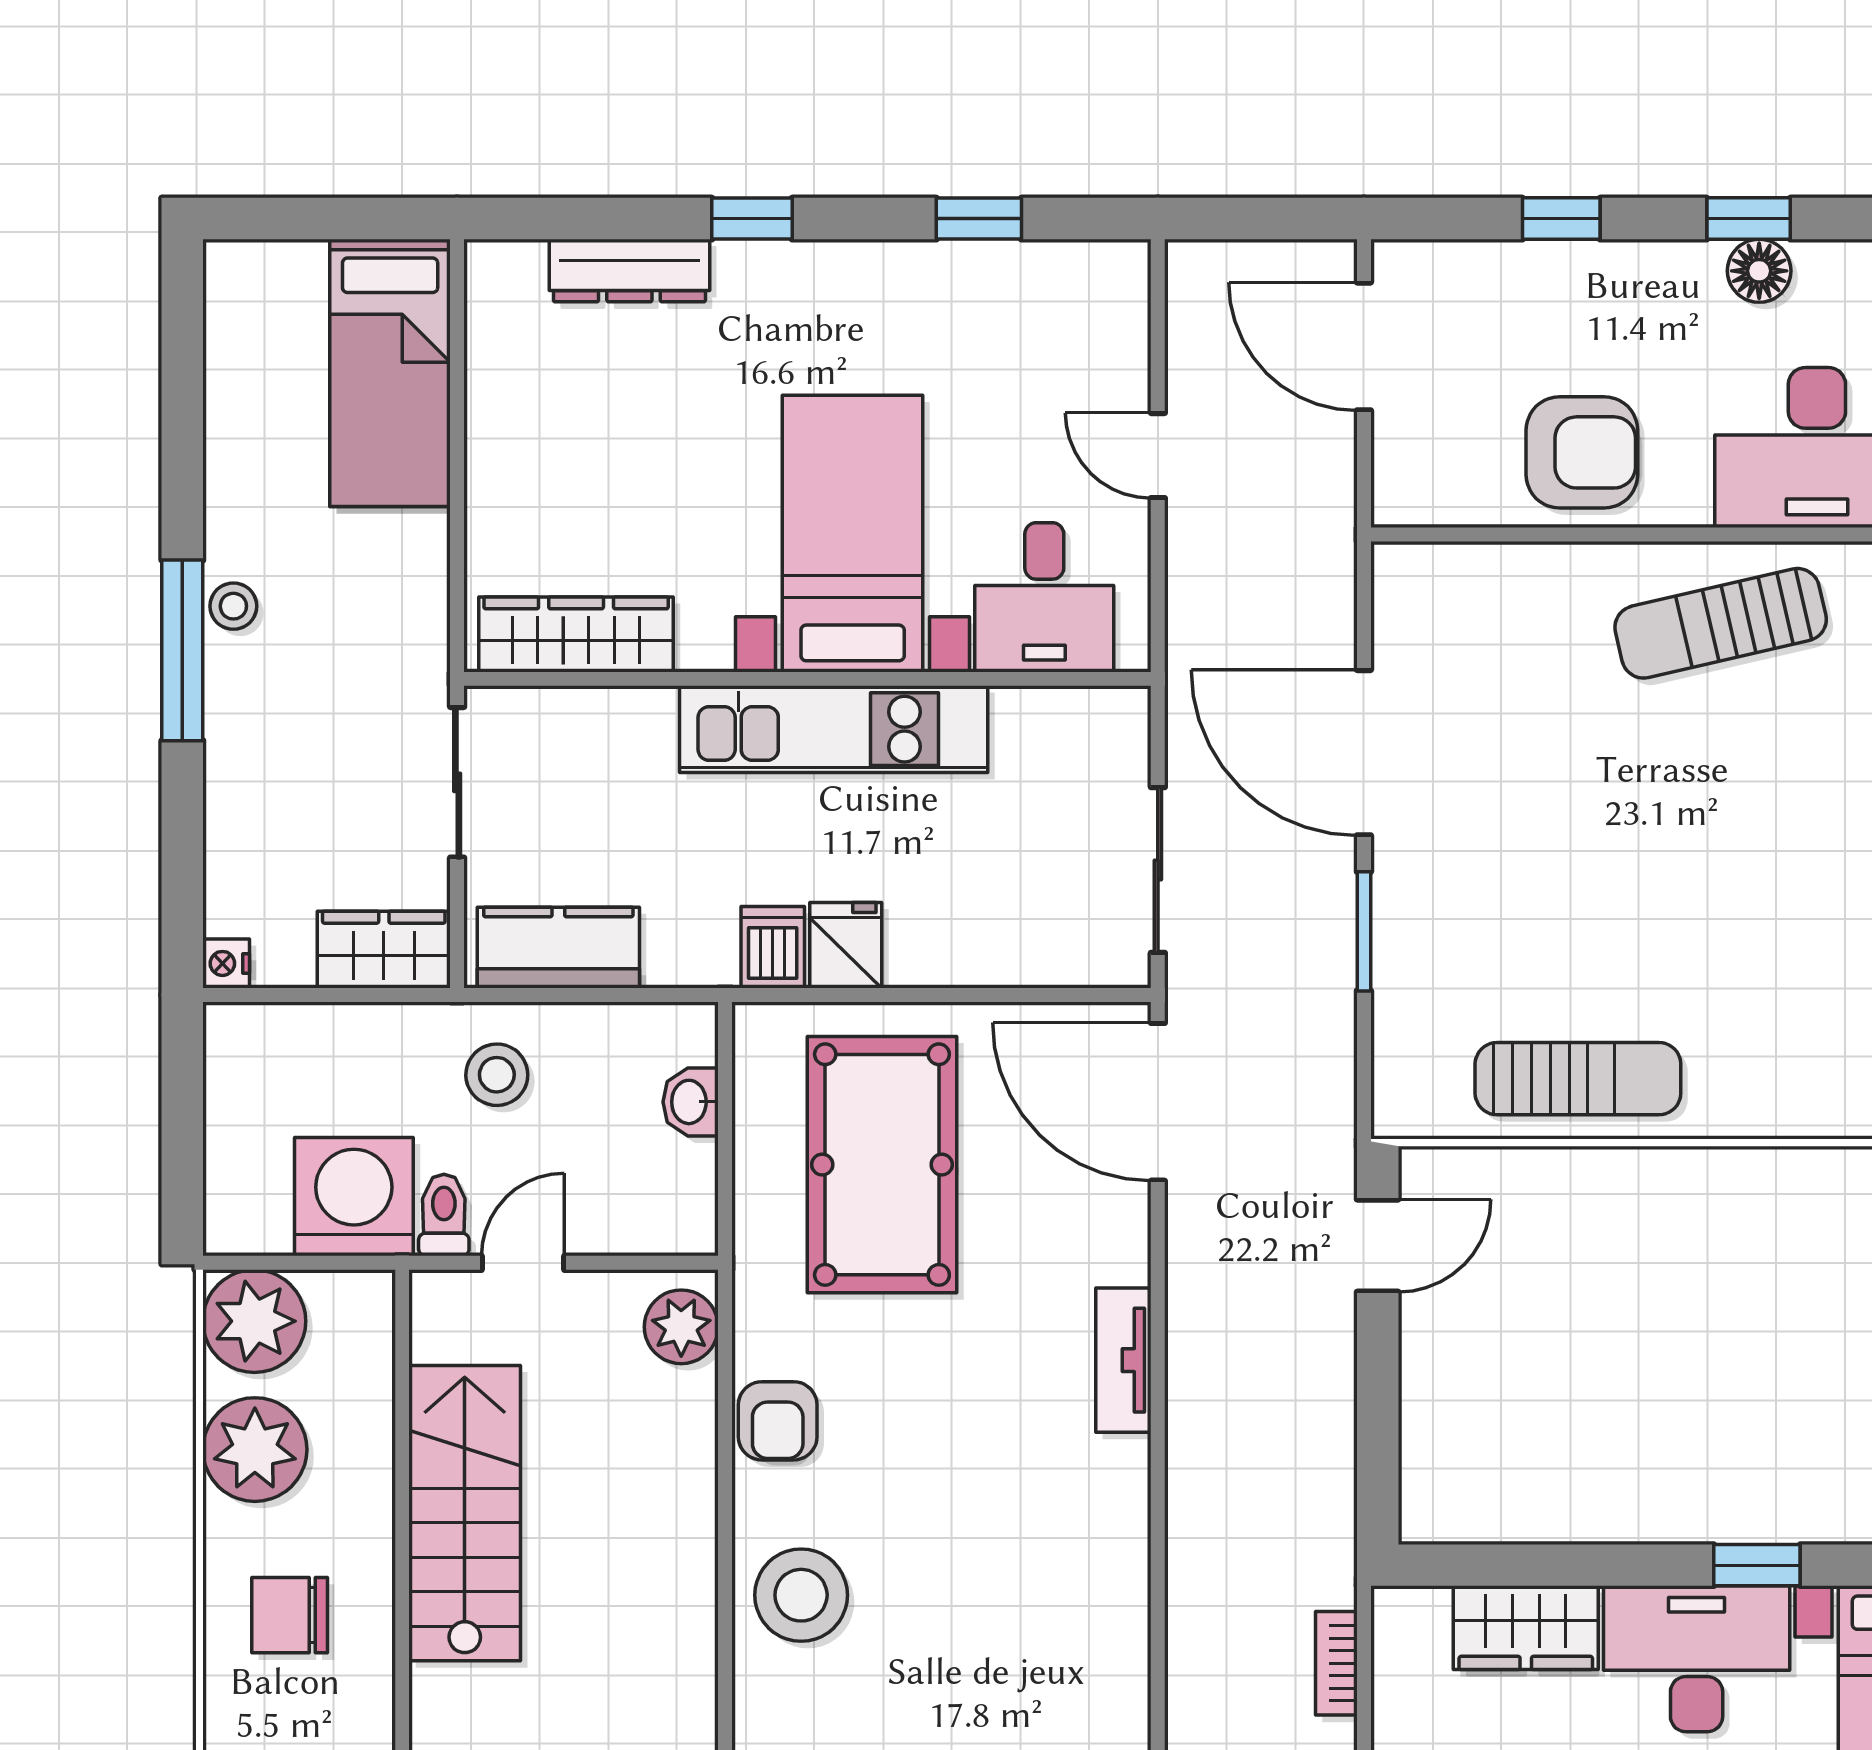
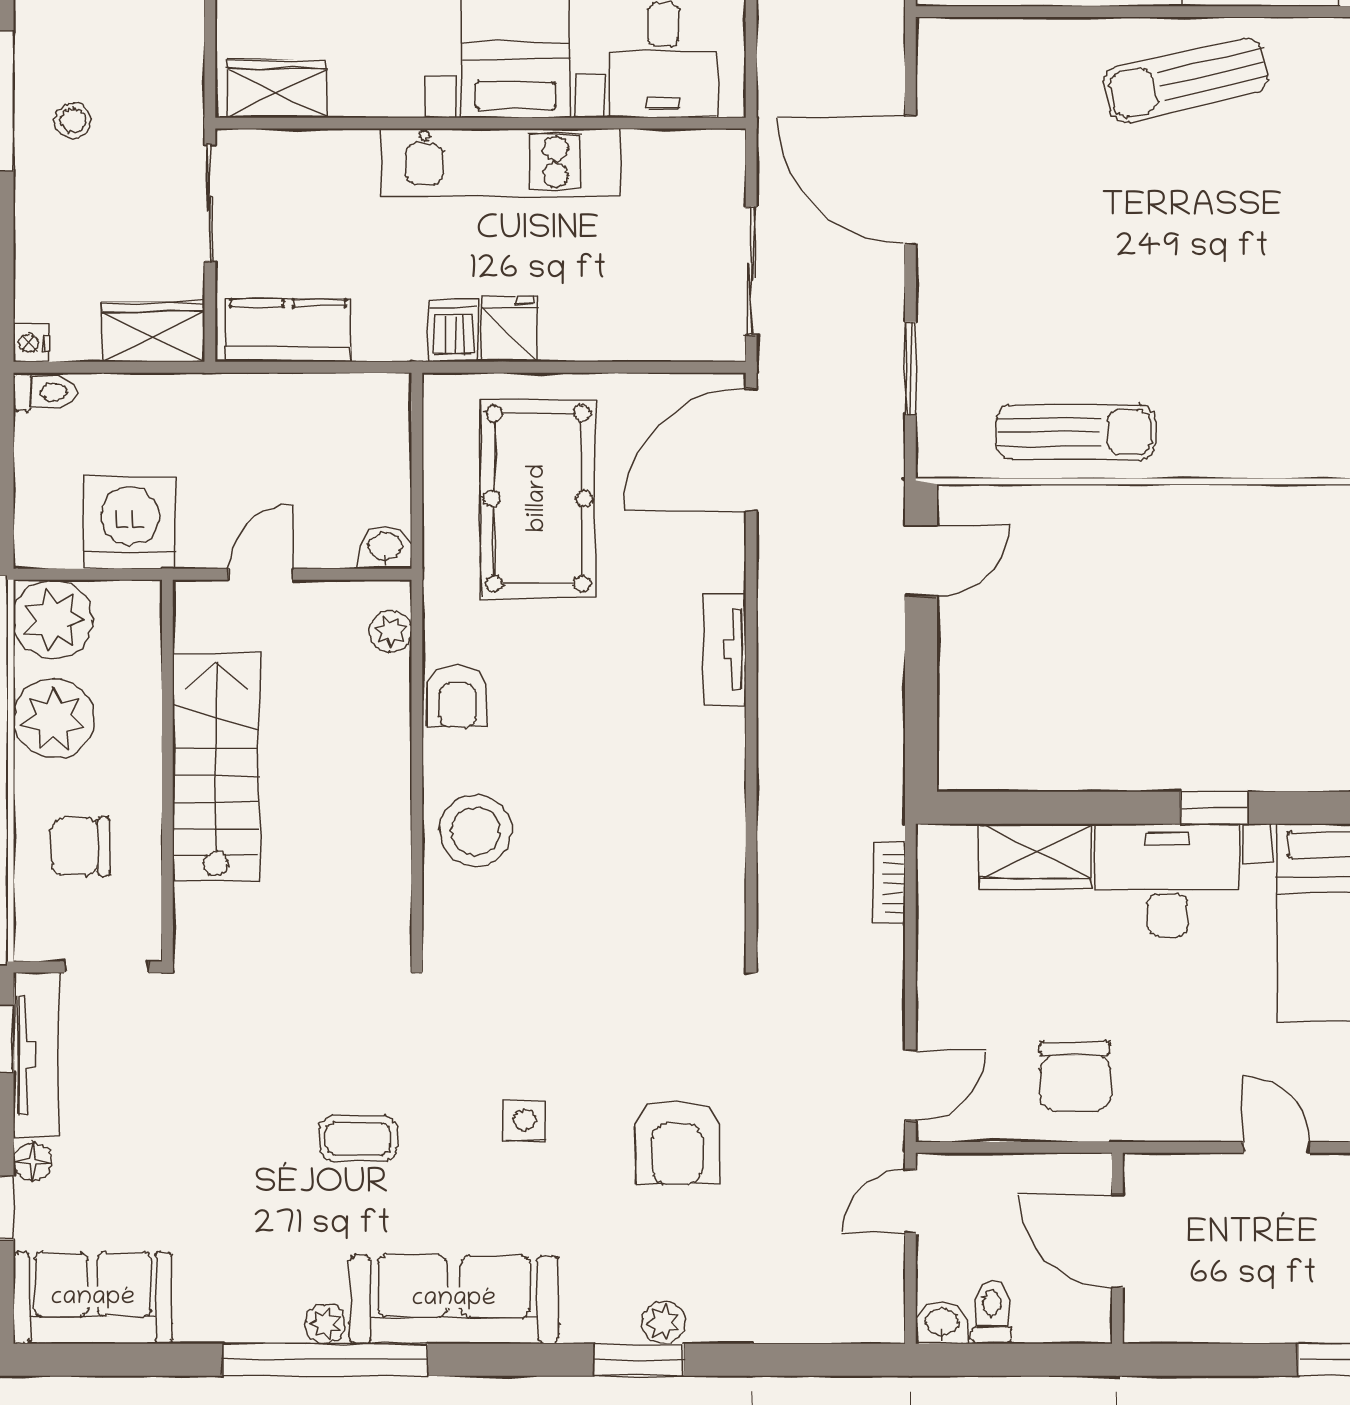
stool: (233, 606) -> (73, 120), moved
wardrobe: (576, 634) -> (277, 89), width x0.67
window: (1364, 931) -> (910, 368), moved
stool: (497, 1075) -> (241, 429), removed
washbasin: (691, 1102) -> (385, 548), moved, turned 90
door: (1158, 1102) -> (751, 450), hinge flipped
toilet: (444, 1215) -> (45, 392), moved, turned 90
plant: (681, 1327) -> (391, 631), width x0.73, depth x0.73

